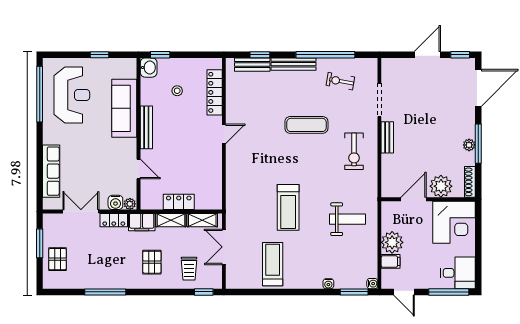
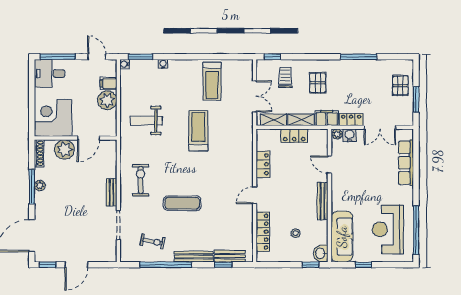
sofa: (124, 108) -> (342, 237), moved
locker: (214, 169) -> (263, 164), added

